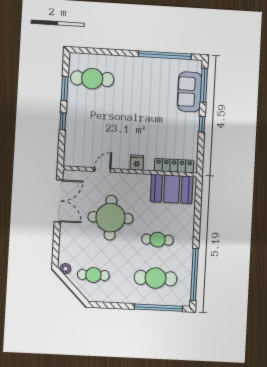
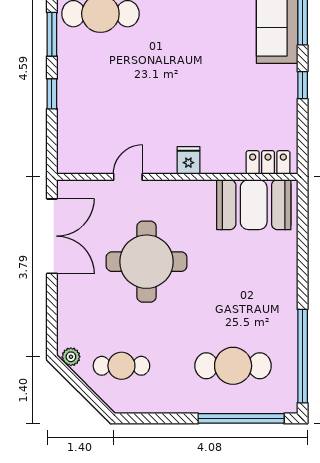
locker: (174, 166) -> (268, 162), width x0.66
cafe table: (158, 240) -> (233, 297), removed

